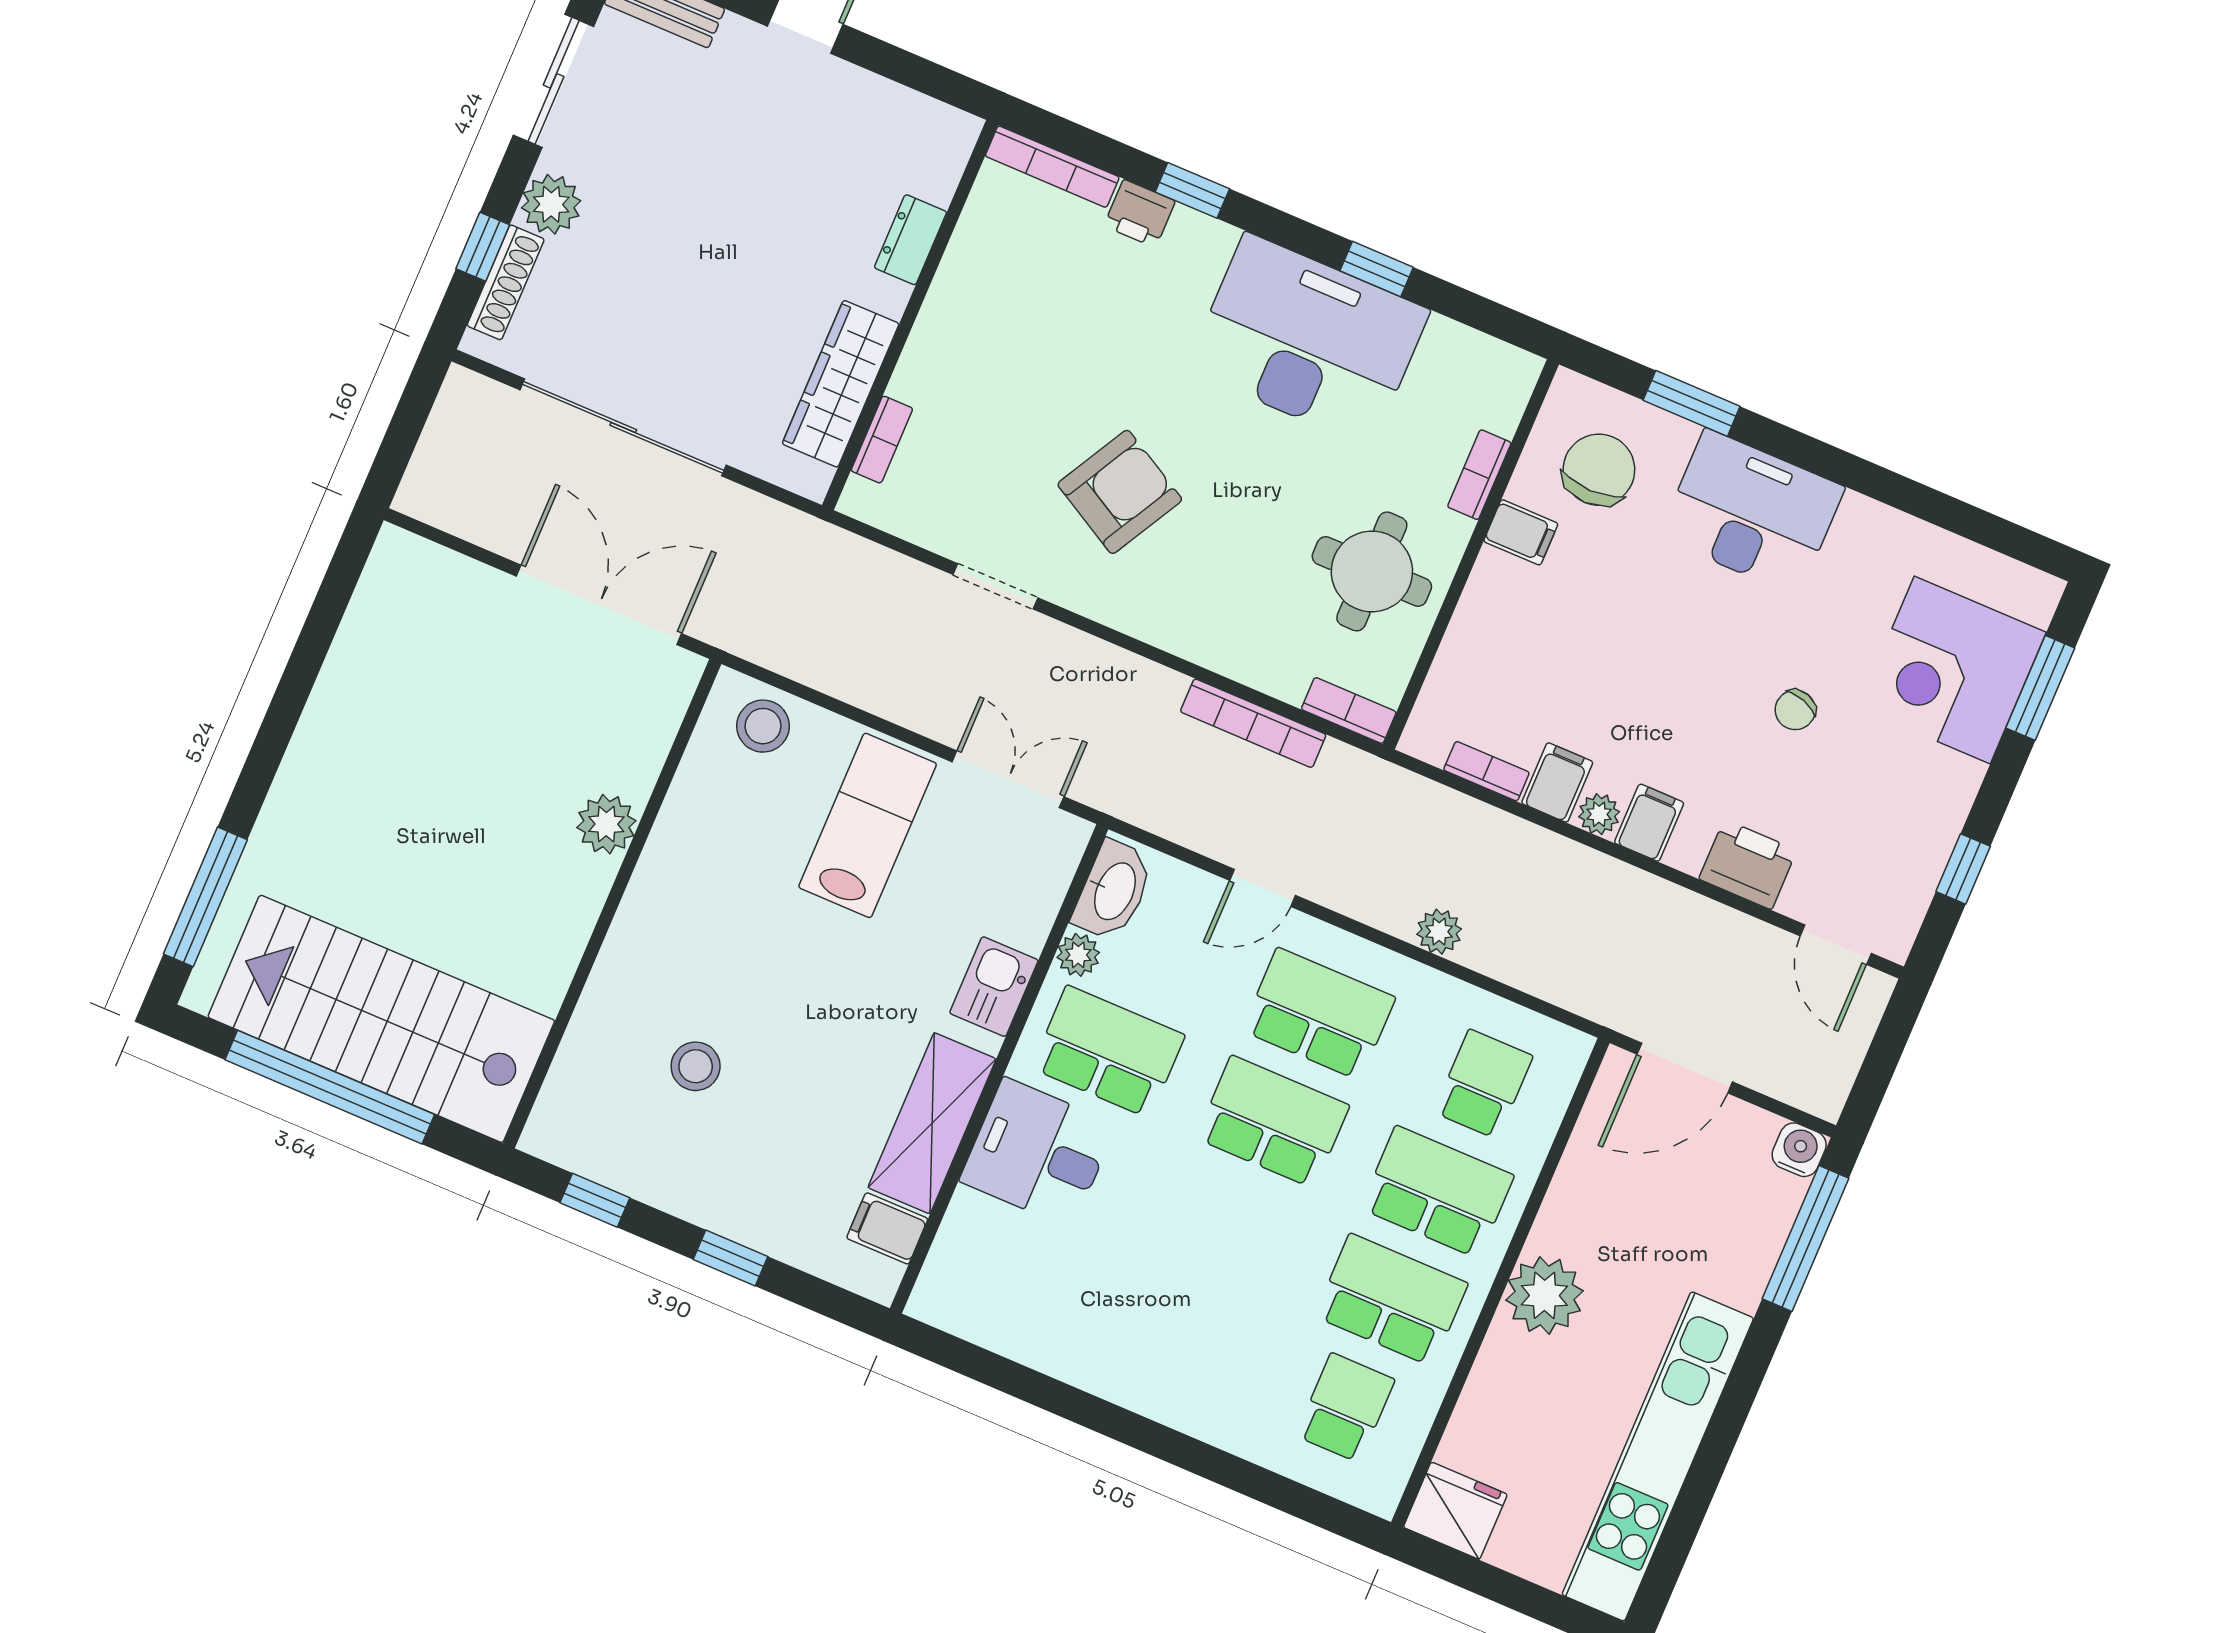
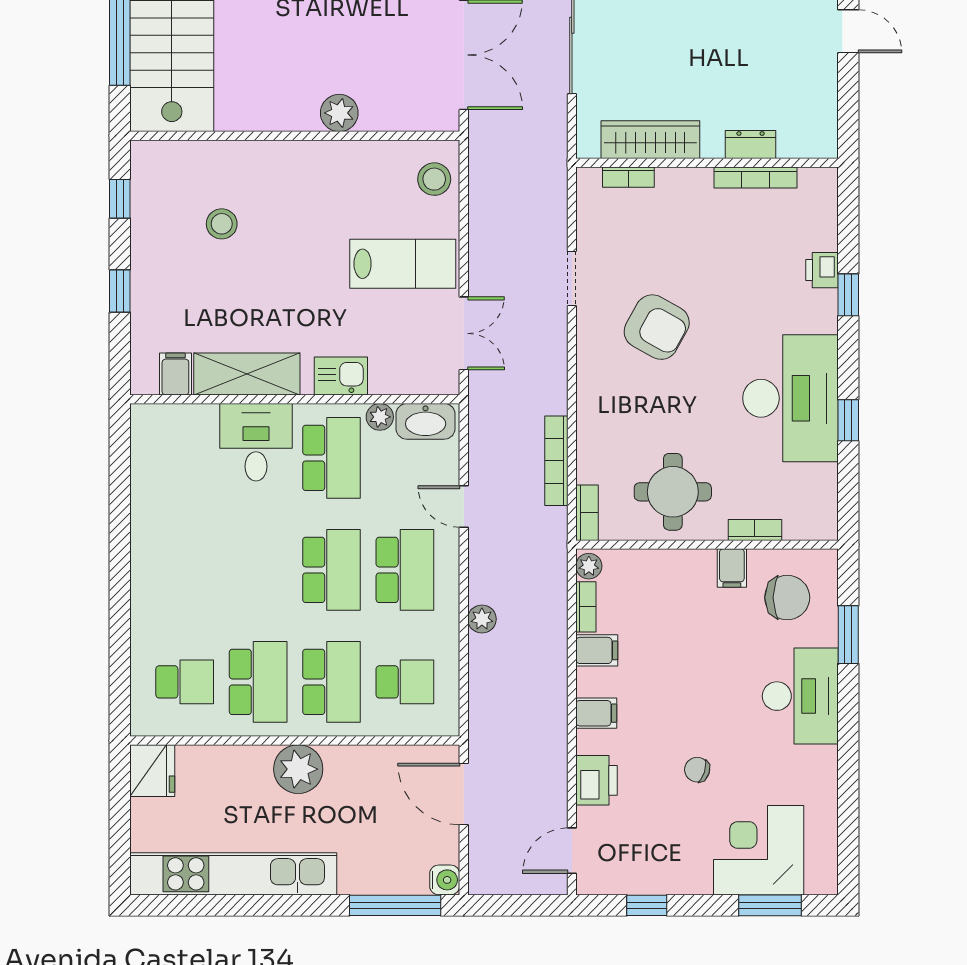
bookcase: (1052, 167) -> (755, 177), moved, turned -90
plant: (1599, 814) -> (589, 566), moved

